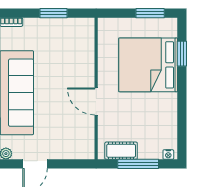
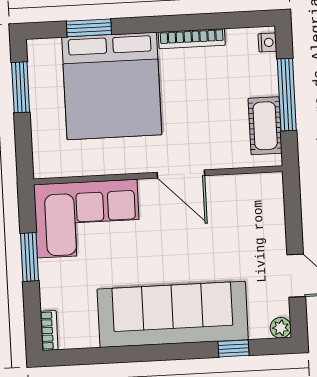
corner sofa: (74, 47) -> (87, 219), added
door: (96, 101) -> (181, 174), hinge flipped
bookcase: (173, 112) -> (192, 39), added

